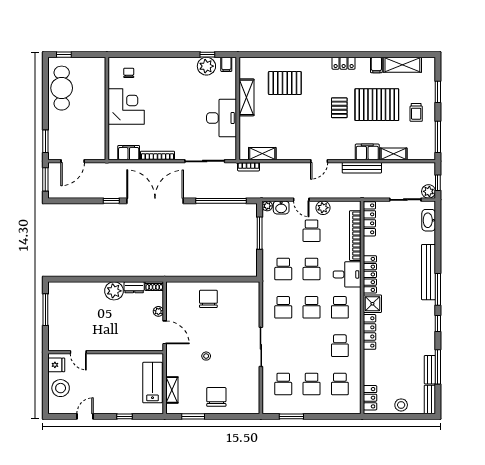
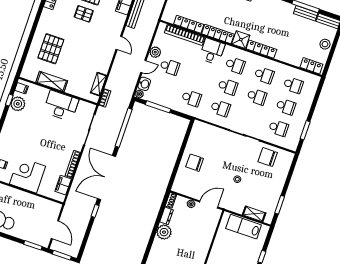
locker: (369, 219) -> (189, 24), moved
school desk: (312, 269) -> (257, 97), moved
chair: (216, 397) -> (268, 157), moved

